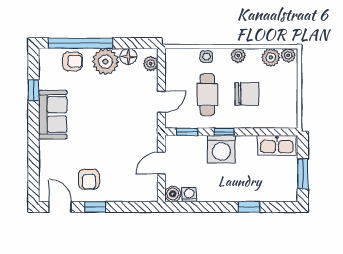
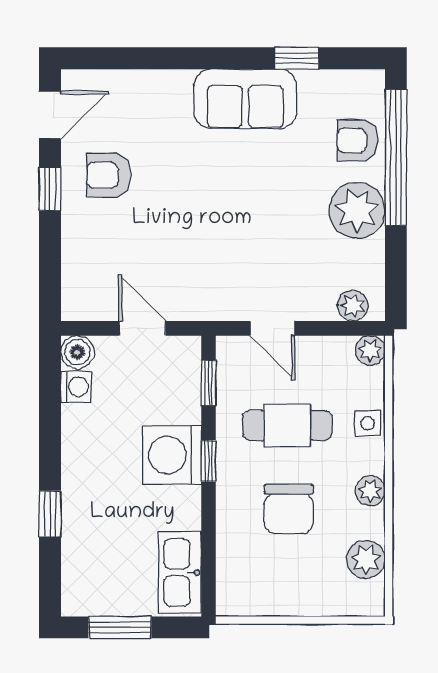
plant: (288, 55) -> (370, 350), moved
floor lamp: (128, 57) -> (368, 259), removed
armchair: (72, 61) -> (357, 140), turned 90

